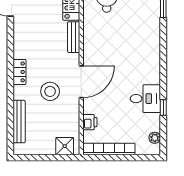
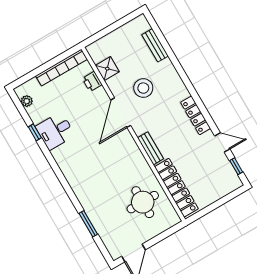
locker: (19, 72) -> (196, 115), moved, width x1.53
bench: (19, 122) -> (155, 45), width x0.73
shower: (65, 146) -> (107, 69), moved

